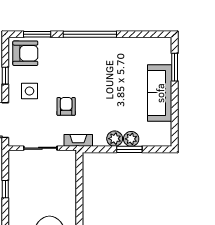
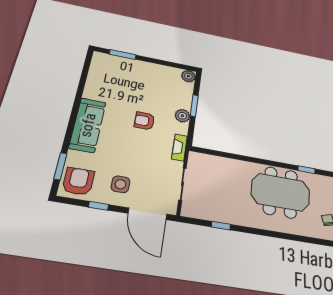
window: (90, 34) -> (73, 117), removed
sofa: (160, 93) -> (88, 125), moved, turned -90
armchair: (66, 106) -> (144, 121), moved
plant: (131, 139) -> (188, 76), moved

